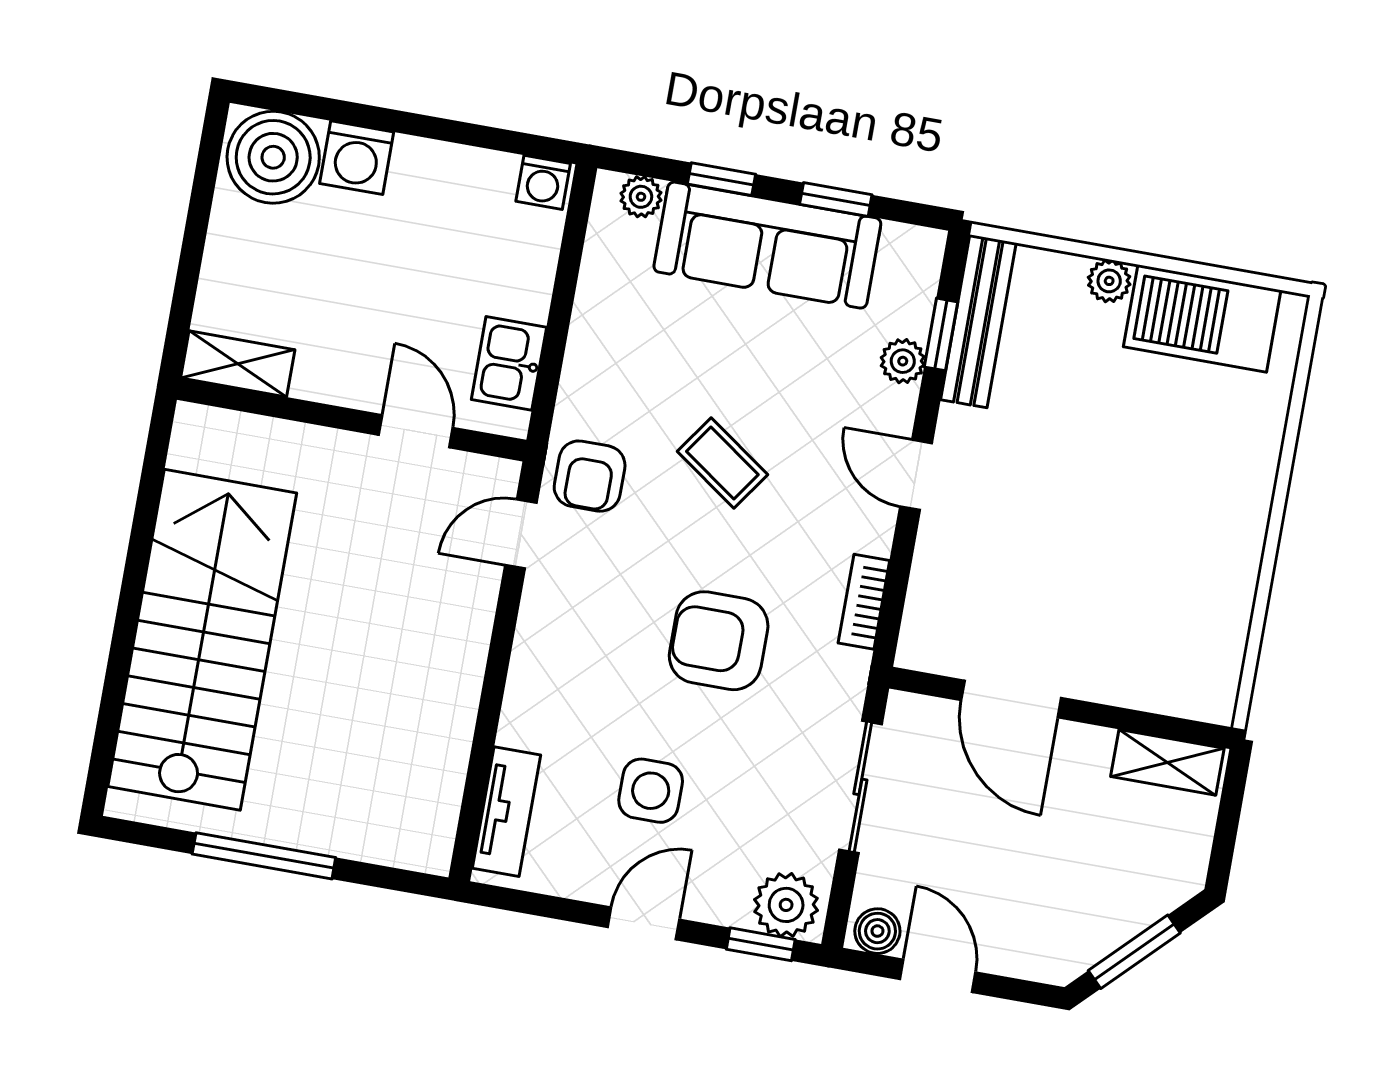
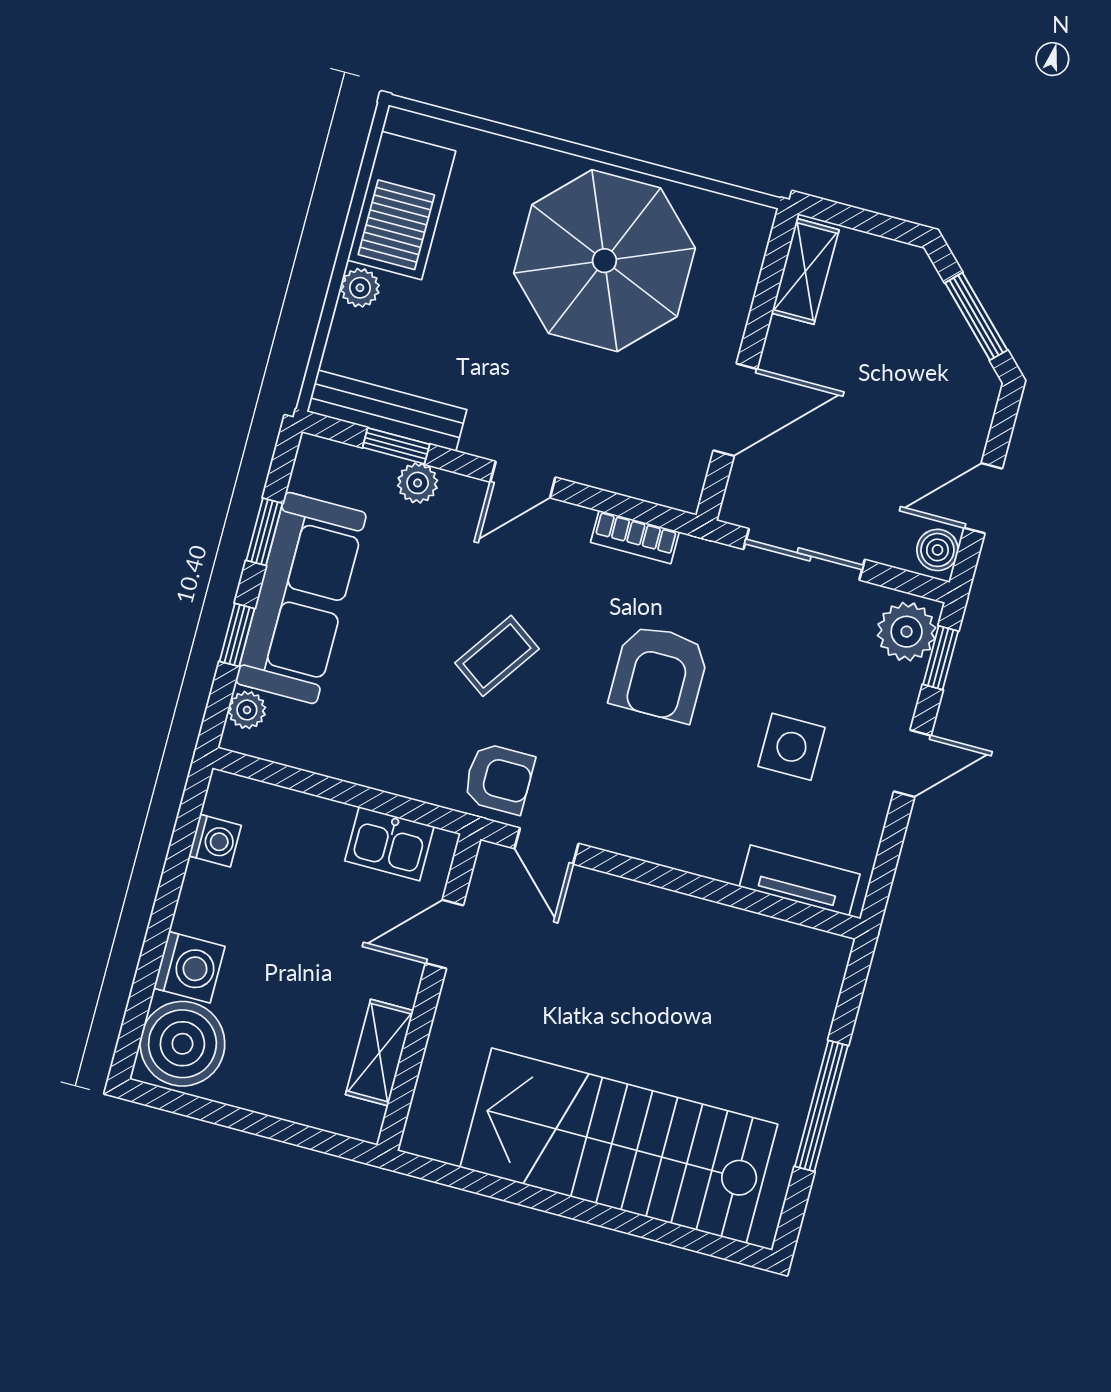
washing machine: (543, 182) -> (215, 841), moved
shelving: (238, 364) -> (379, 1053), moved
parasol: (1161, 544) -> (604, 261), added
door: (644, 923) -> (912, 763), swing flipped

